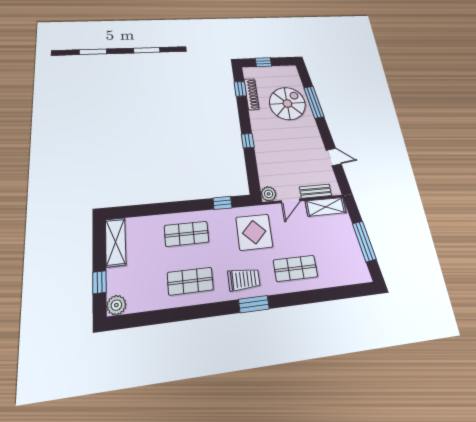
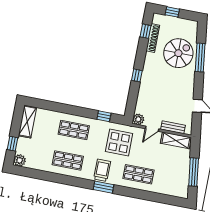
trolley: (244, 279) -> (102, 170), turned -90

